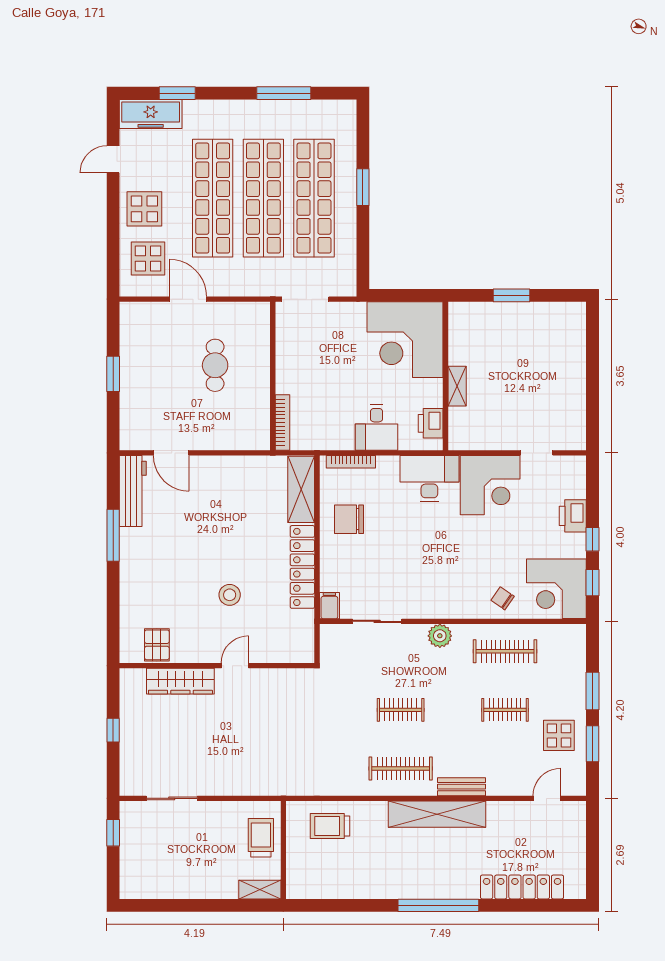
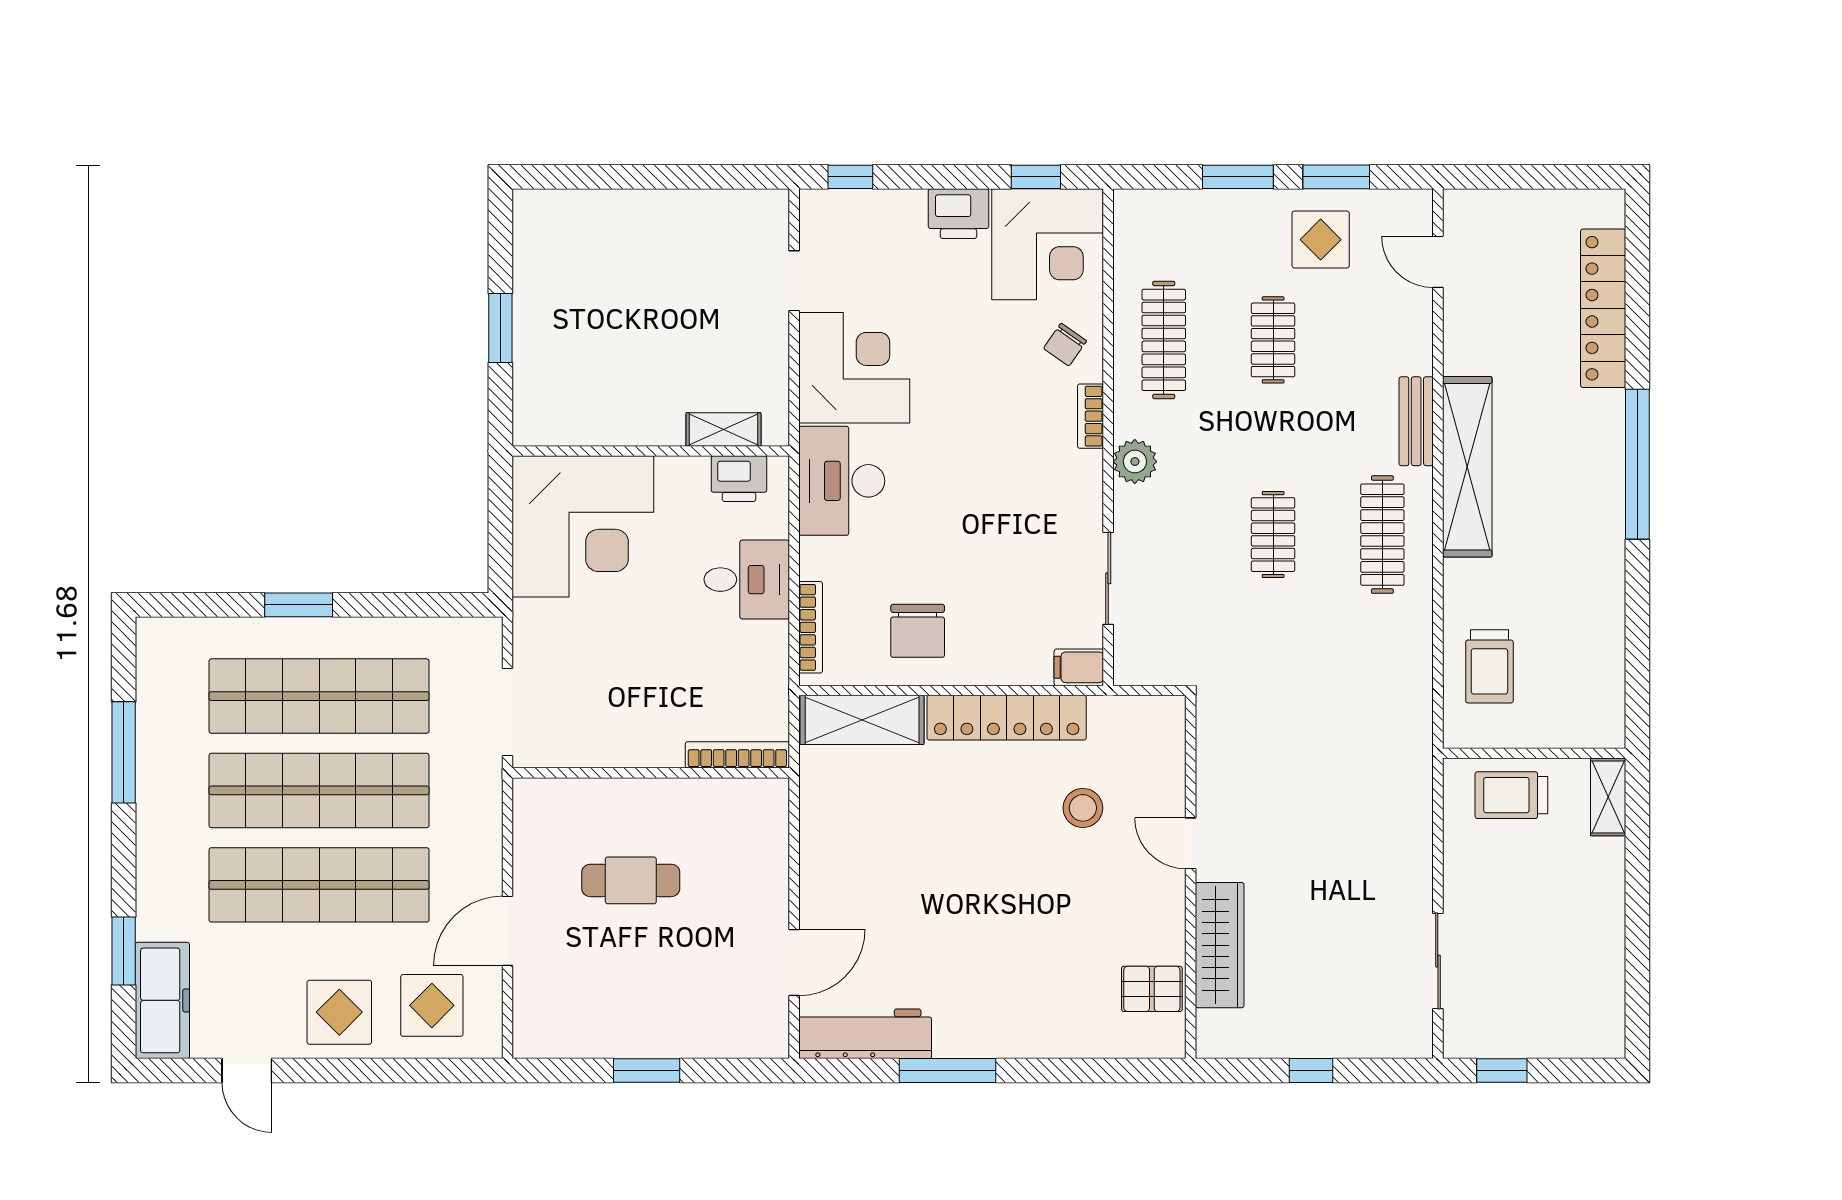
shelving: (457, 386) -> (723, 429), moved
printer: (573, 516) -> (959, 214), moved
window: (592, 539) -> (850, 177), moved
stool: (230, 595) -> (1083, 808), moved
bookcase: (464, 612) -> (1091, 416), added

